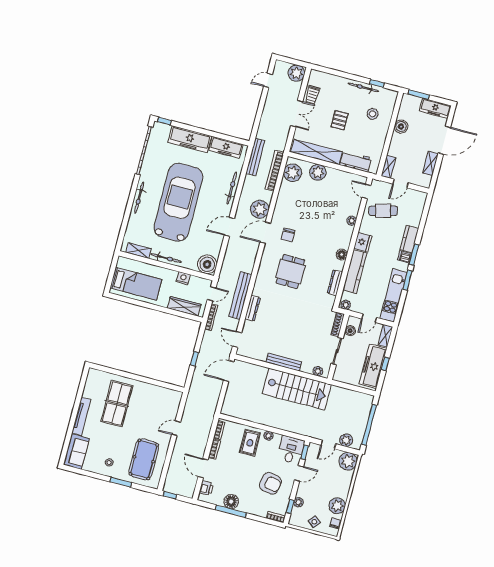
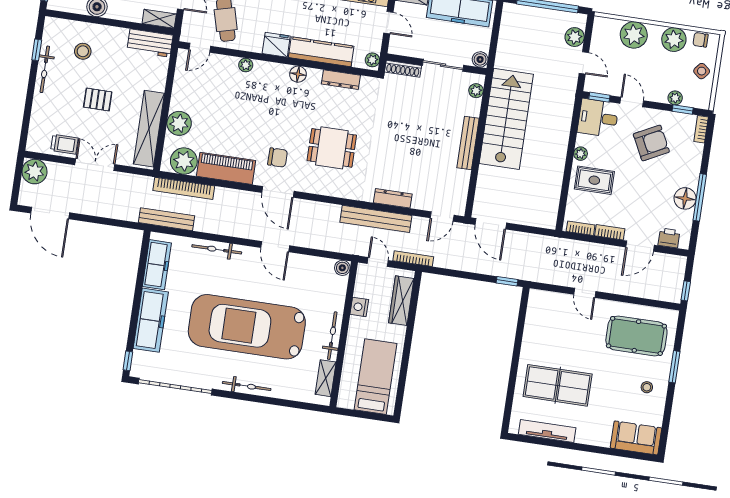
door: (268, 80) -> (50, 213), width x1.88
workbench: (356, 162) -> (150, 43), moved, turned -90
piano: (285, 200) -> (226, 168), added
plant: (260, 209) -> (244, 204), removed
boiler: (207, 264) -> (342, 268), width x0.54, depth x0.54
boiler: (350, 331) -> (480, 59), moved
window: (194, 359) -> (507, 281), moved
tv unit: (81, 416) -> (547, 431), moved
plant: (348, 461) -> (634, 35), moved
armchair: (270, 483) -> (651, 143), turned 52

